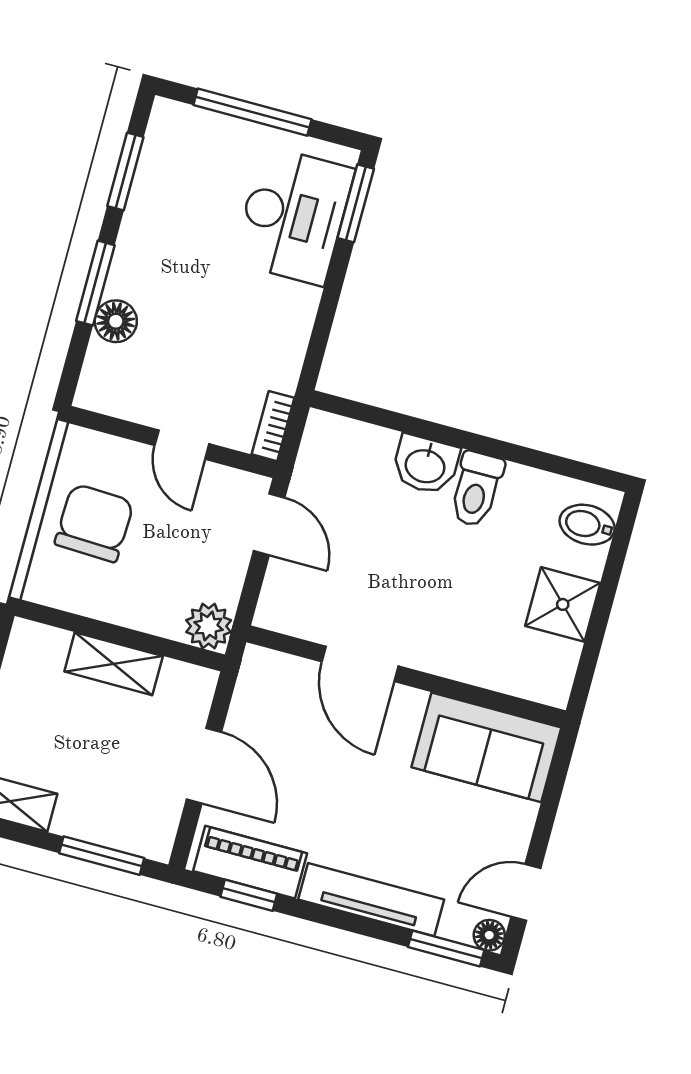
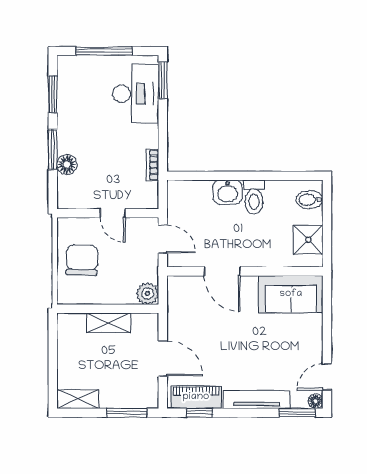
bookcase: (273, 426) -> (152, 165), moved
door: (360, 664) -> (222, 271), moved
wall: (406, 676) -> (245, 271), moved
sofa: (486, 747) -> (291, 294), moved

